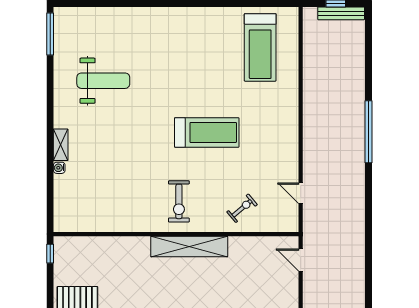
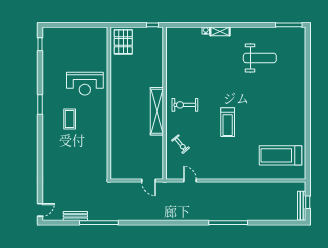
weight bench: (103, 81) -> (260, 58), turned -90
treadmill: (207, 132) -> (228, 122), width x0.73, depth x0.73
door: (301, 193) -> (190, 181), hinge flipped
door: (301, 260) -> (148, 181), swing flipped

